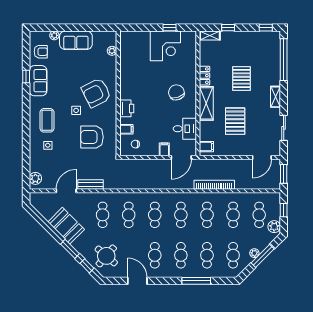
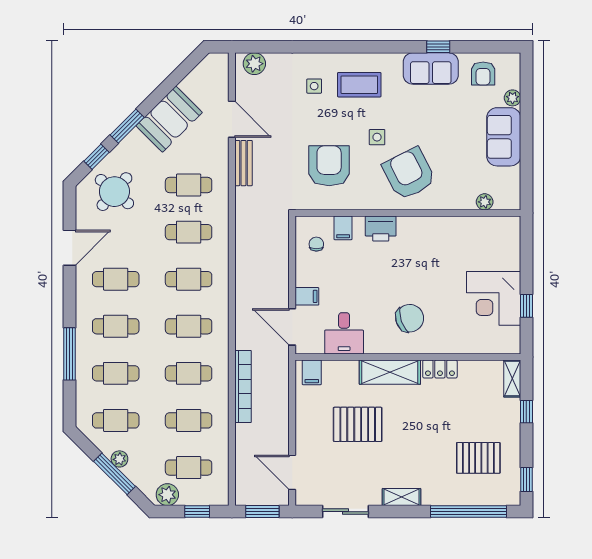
pallet: (241, 78) -> (478, 458), moved

